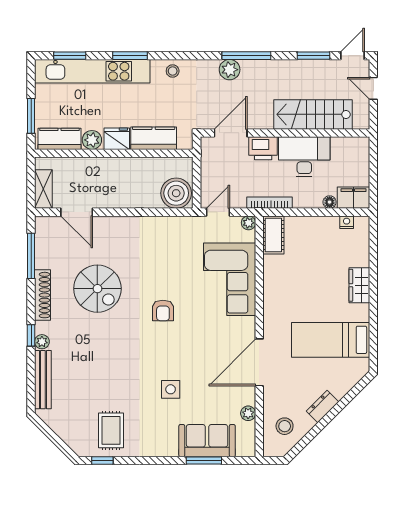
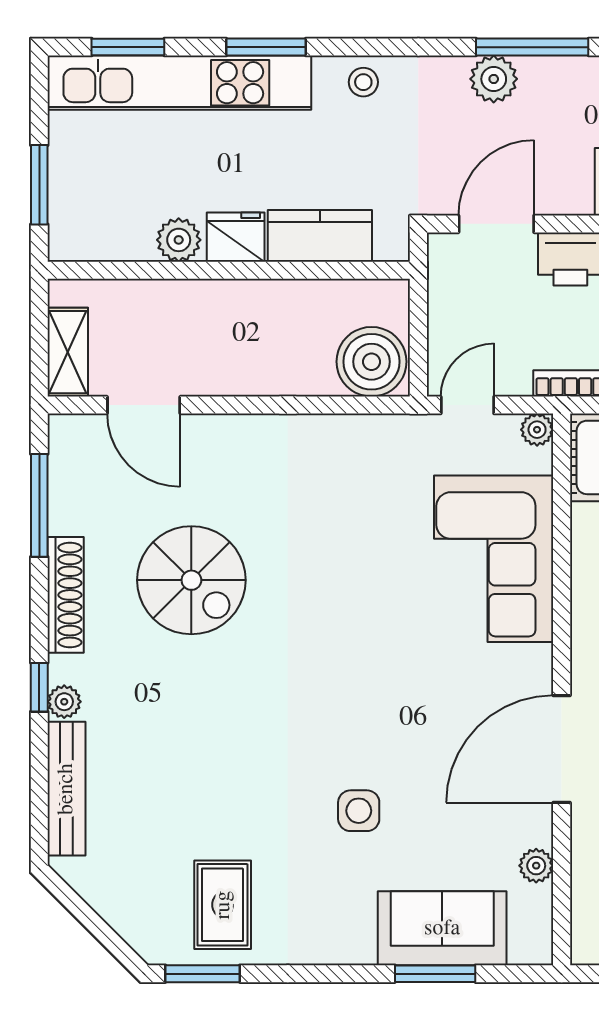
kitchen counter: (60, 139) -> (105, 237), removed
armchair: (163, 310) -> (341, 630), removed
window: (102, 461) -> (203, 974), width x1.50

